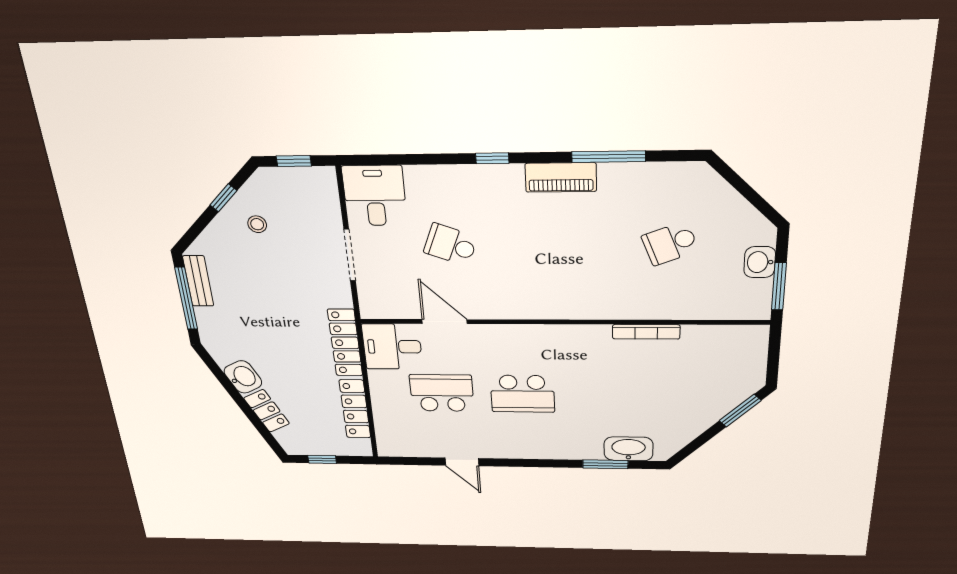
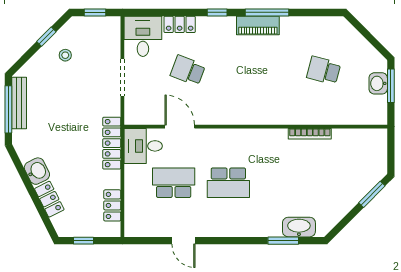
window: (609, 157) -> (267, 12), moved
locker: (432, 177) -> (180, 24), added
school desk: (670, 244) -> (324, 70), turned 36
bench: (198, 281) -> (19, 103), width x1.36
window: (779, 286) -> (391, 86), moved
locker: (355, 409) -> (112, 205), width x0.66

